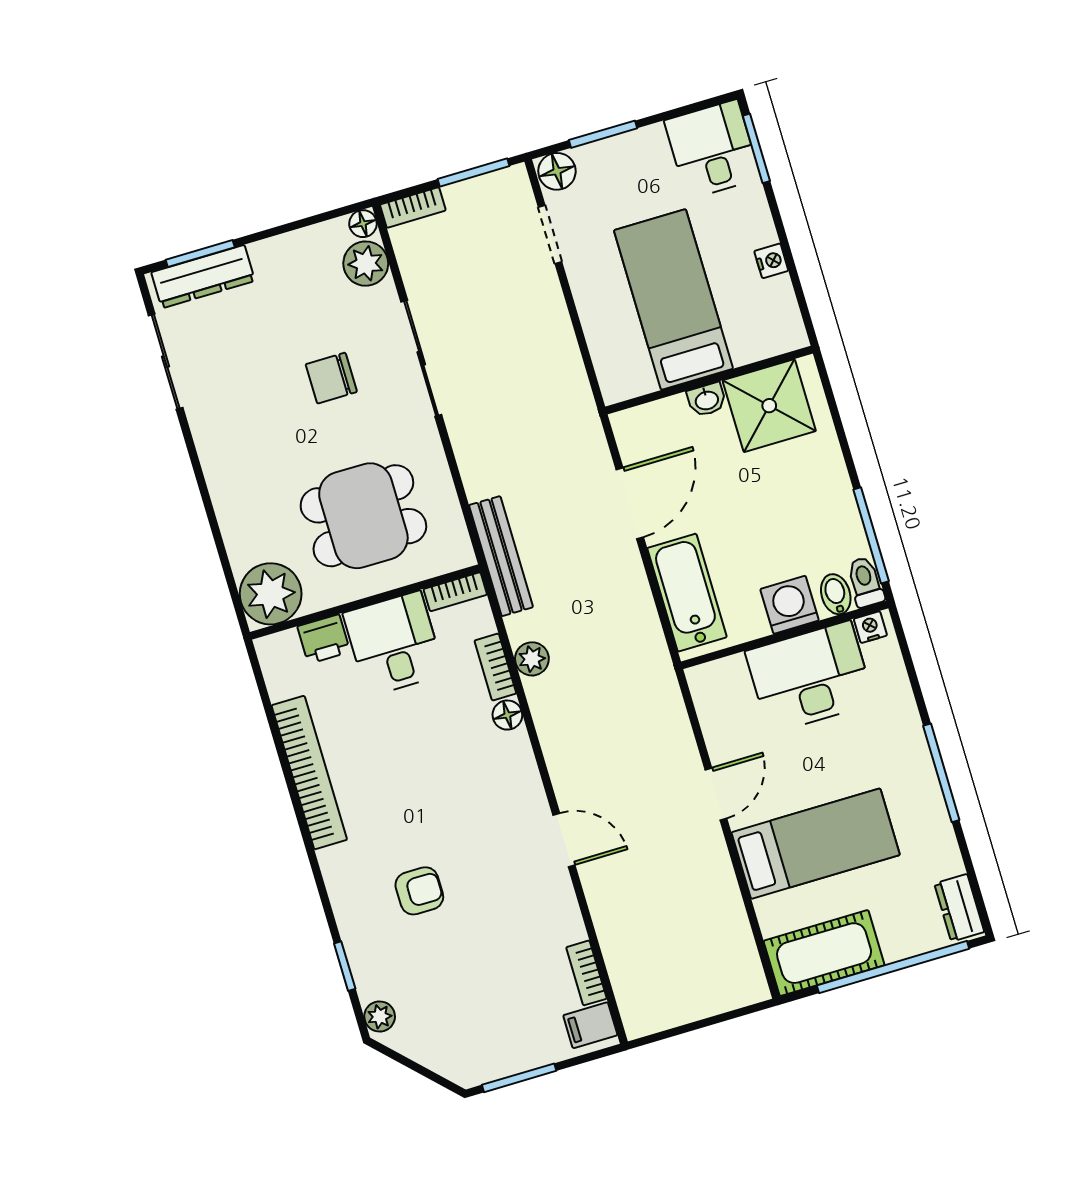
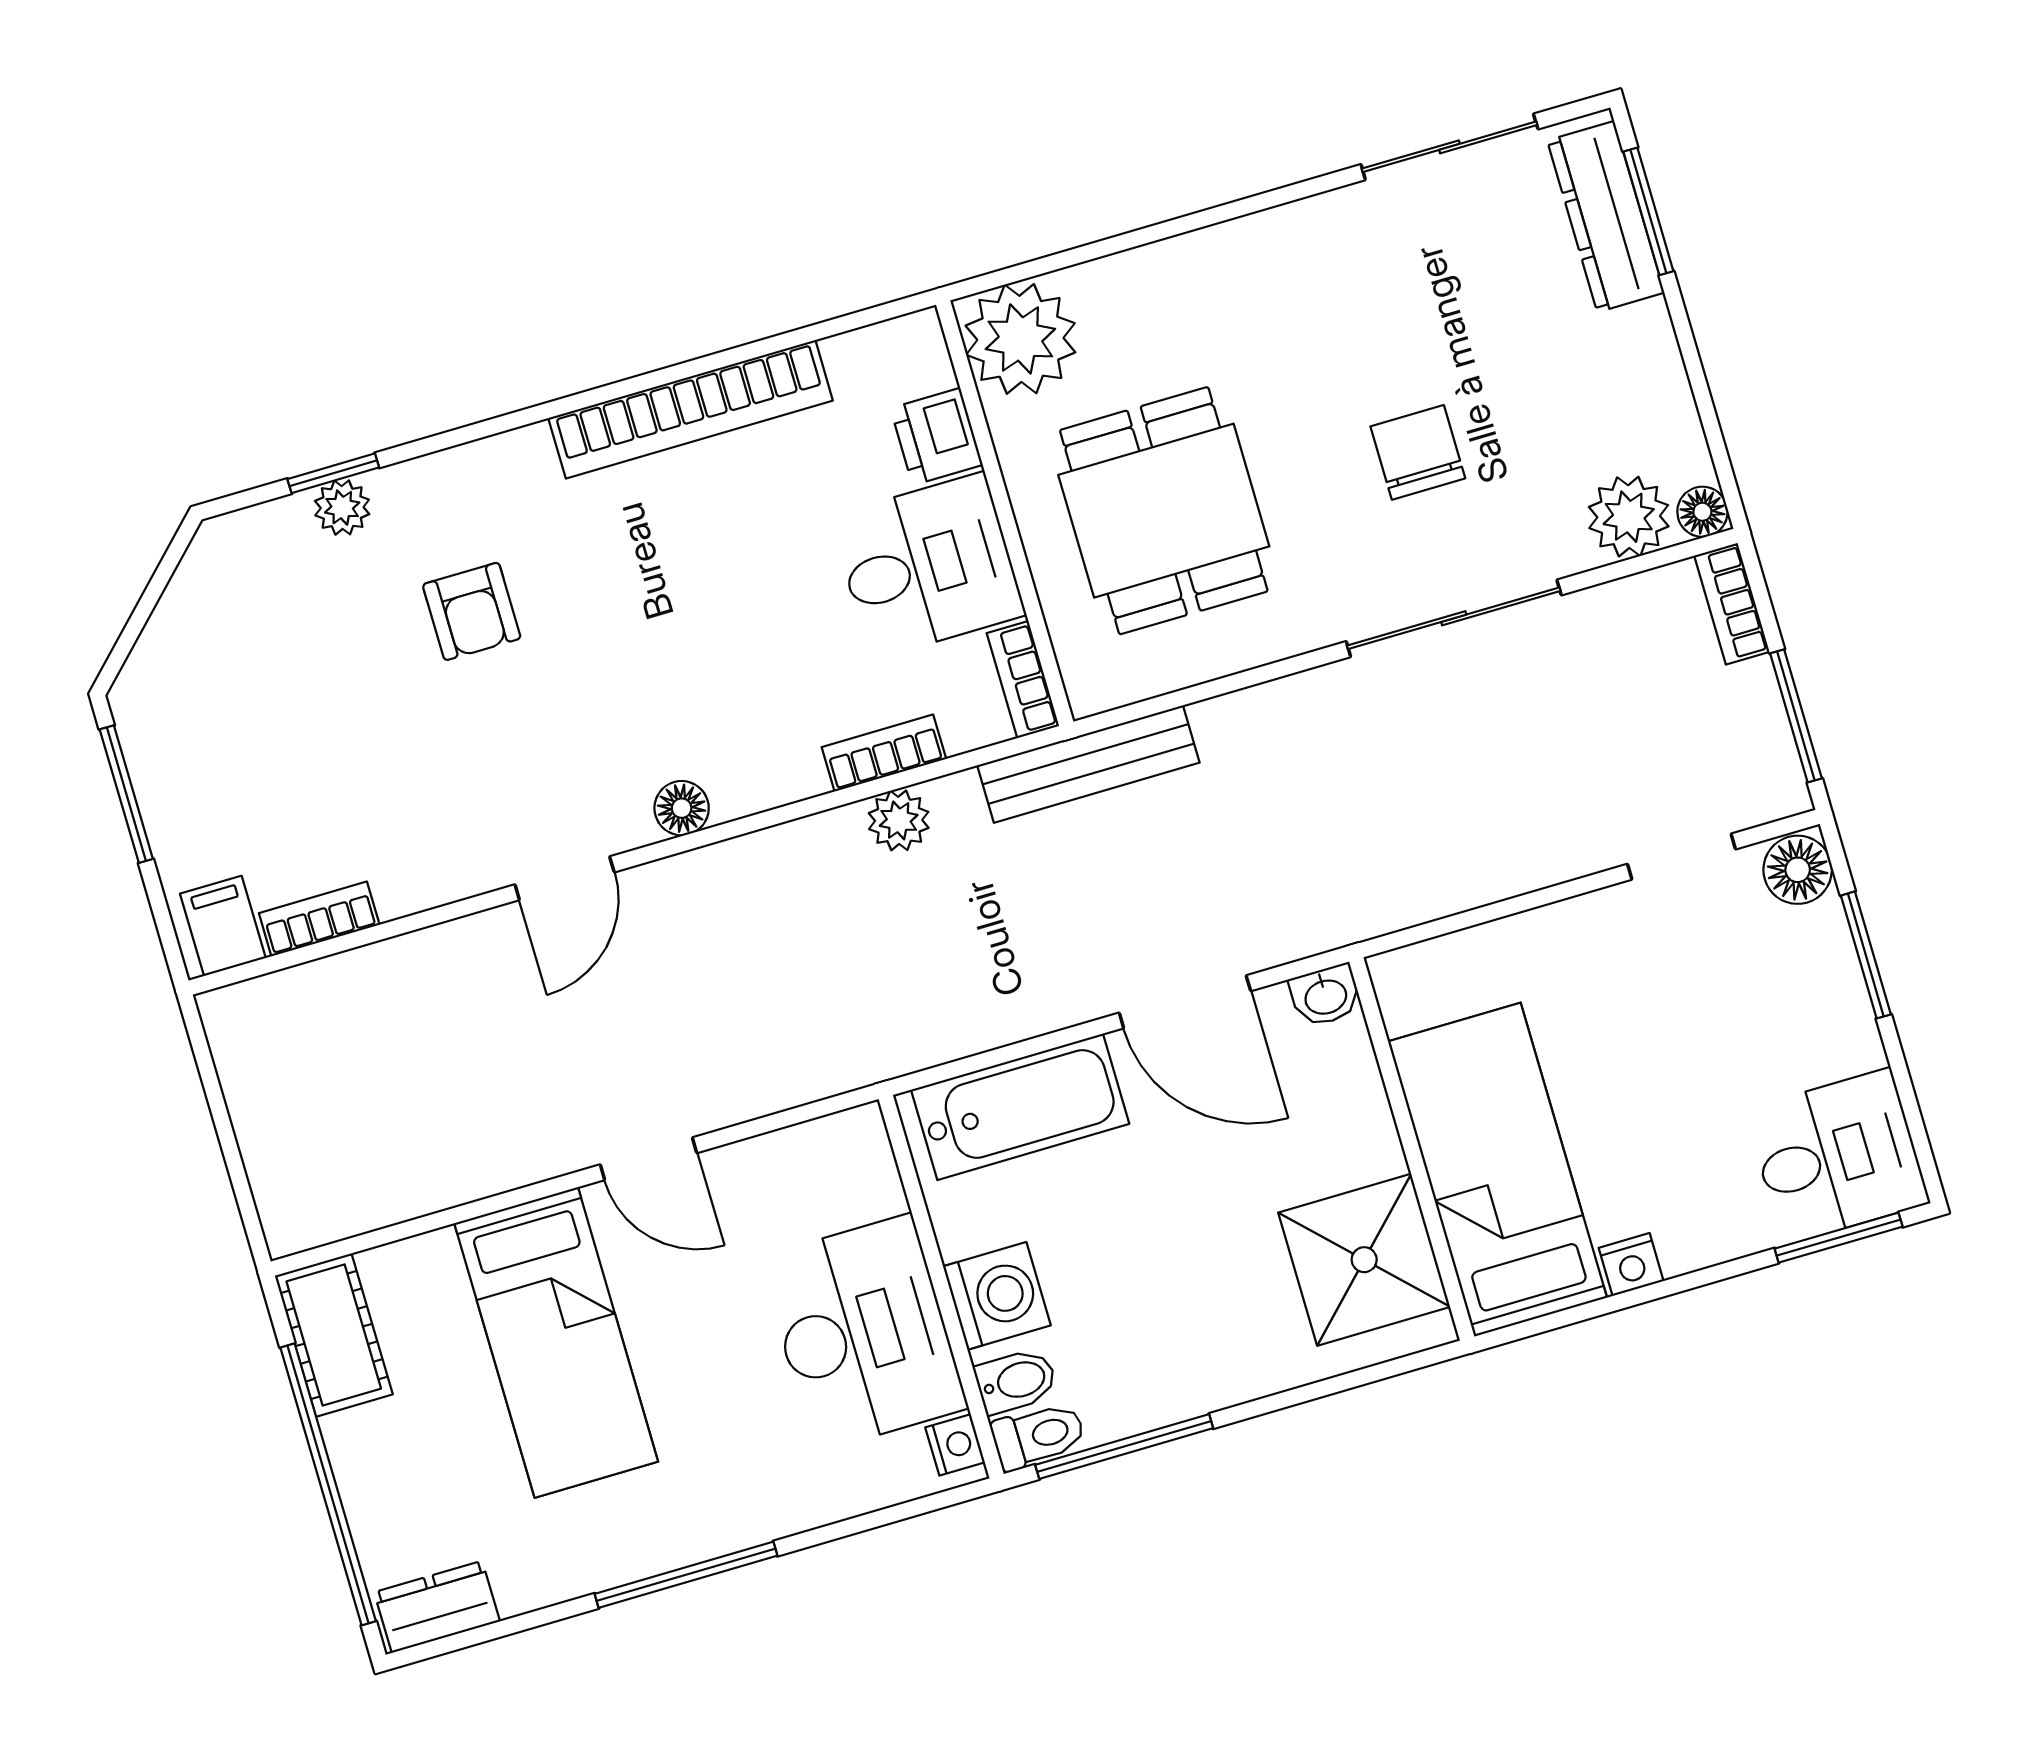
bed: (673, 299) -> (1497, 1170), moved, turned -90
washbasin: (707, 400) -> (1325, 996), moved, turned -90
floor lamp: (507, 715) -> (682, 808), moved
cot: (824, 953) -> (334, 1335), width x0.73, depth x0.75
plant: (380, 1016) -> (342, 508), moved

